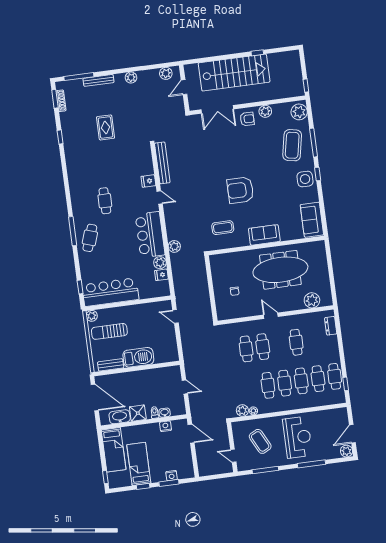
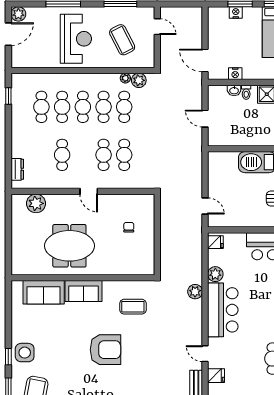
sofa: (312, 220) -> (44, 292), moved, turned 90
meeting table: (280, 270) -> (69, 246), width x0.73
fridge: (161, 275) -> (215, 242), moved
cafe table: (335, 376) -> (124, 107), moved
reception desk: (298, 437) -> (76, 39), turned 180

